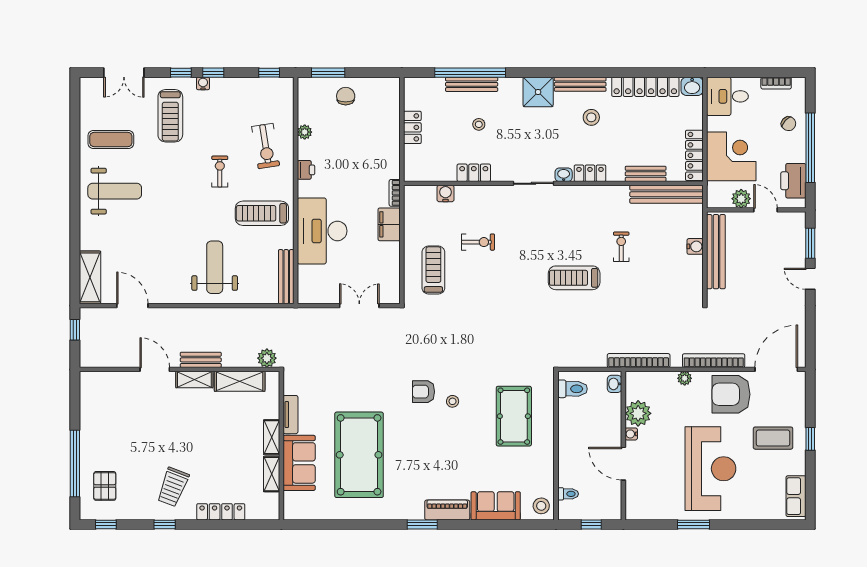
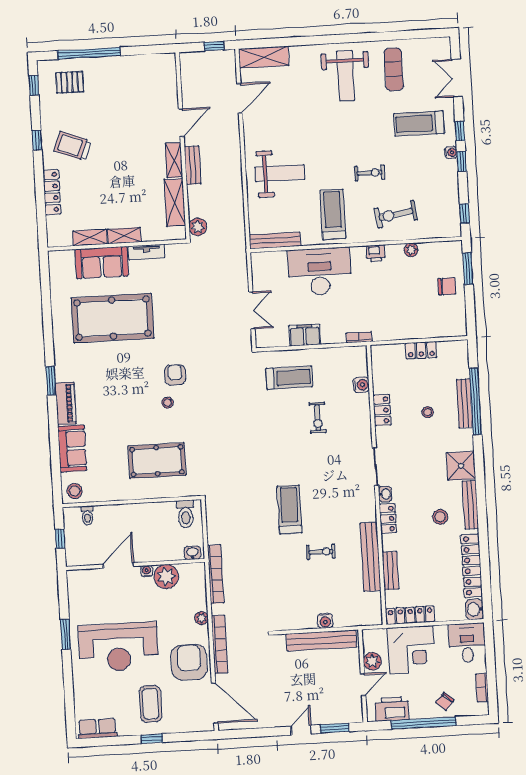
bench: (666, 194) -> (370, 557), moved
filing cabinet: (389, 224) -> (305, 335), moved

